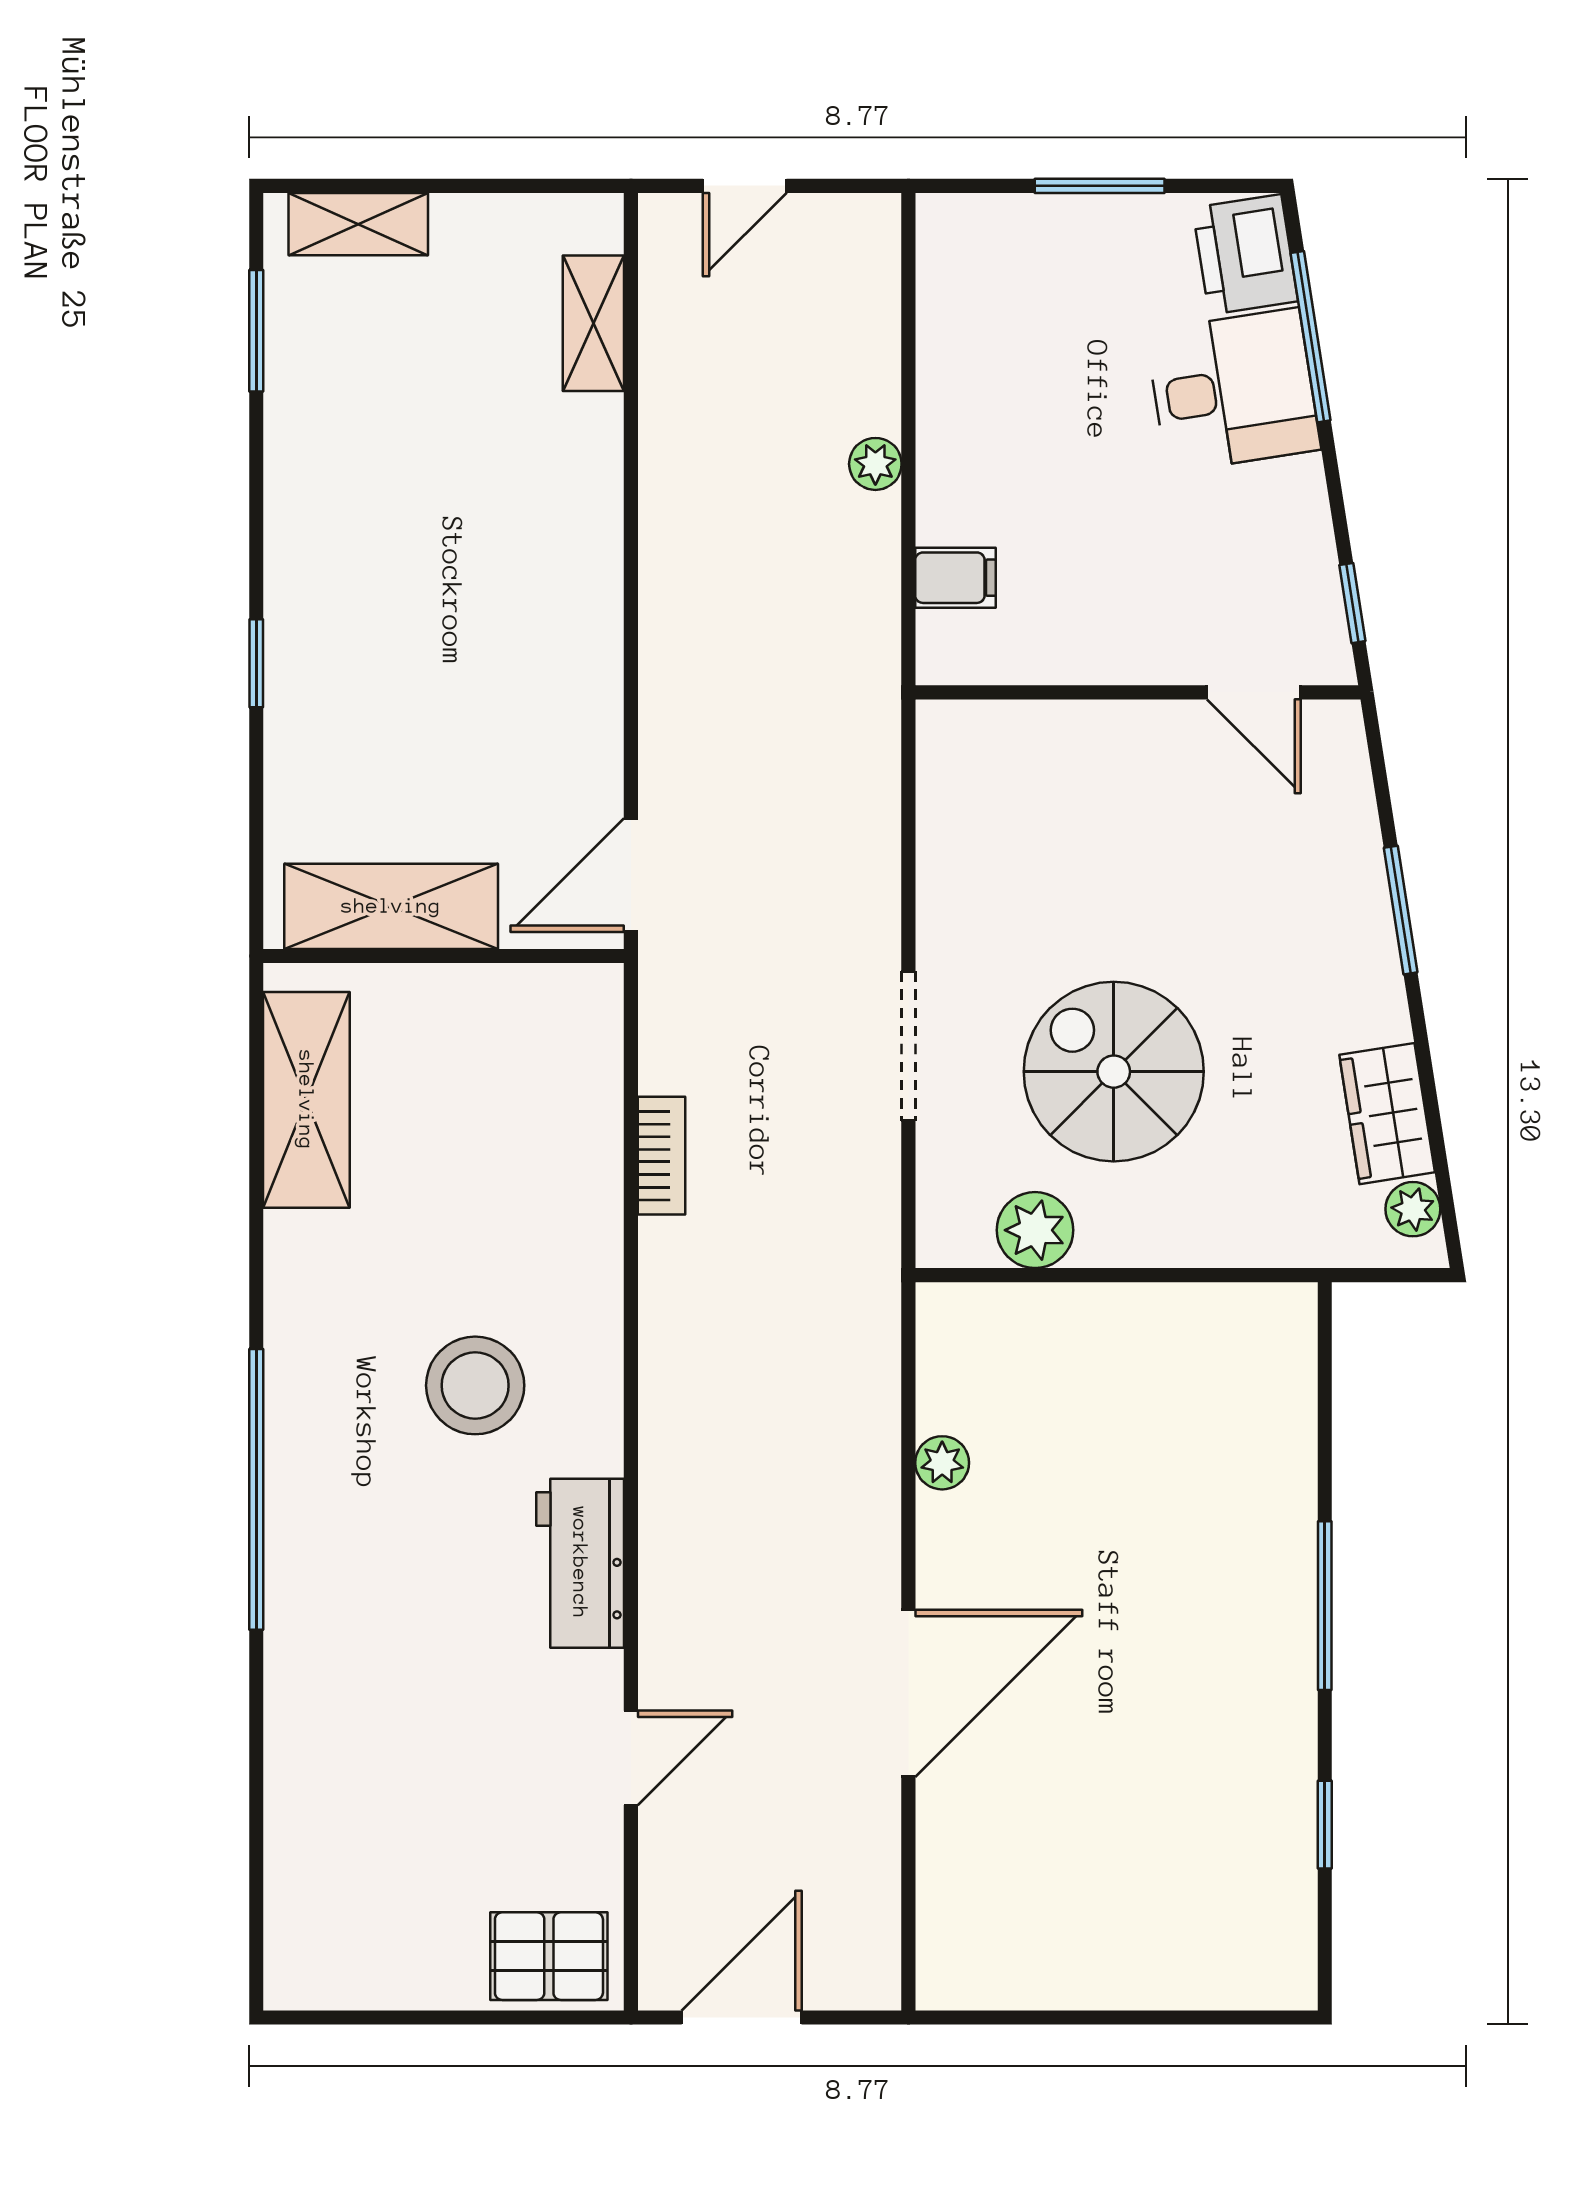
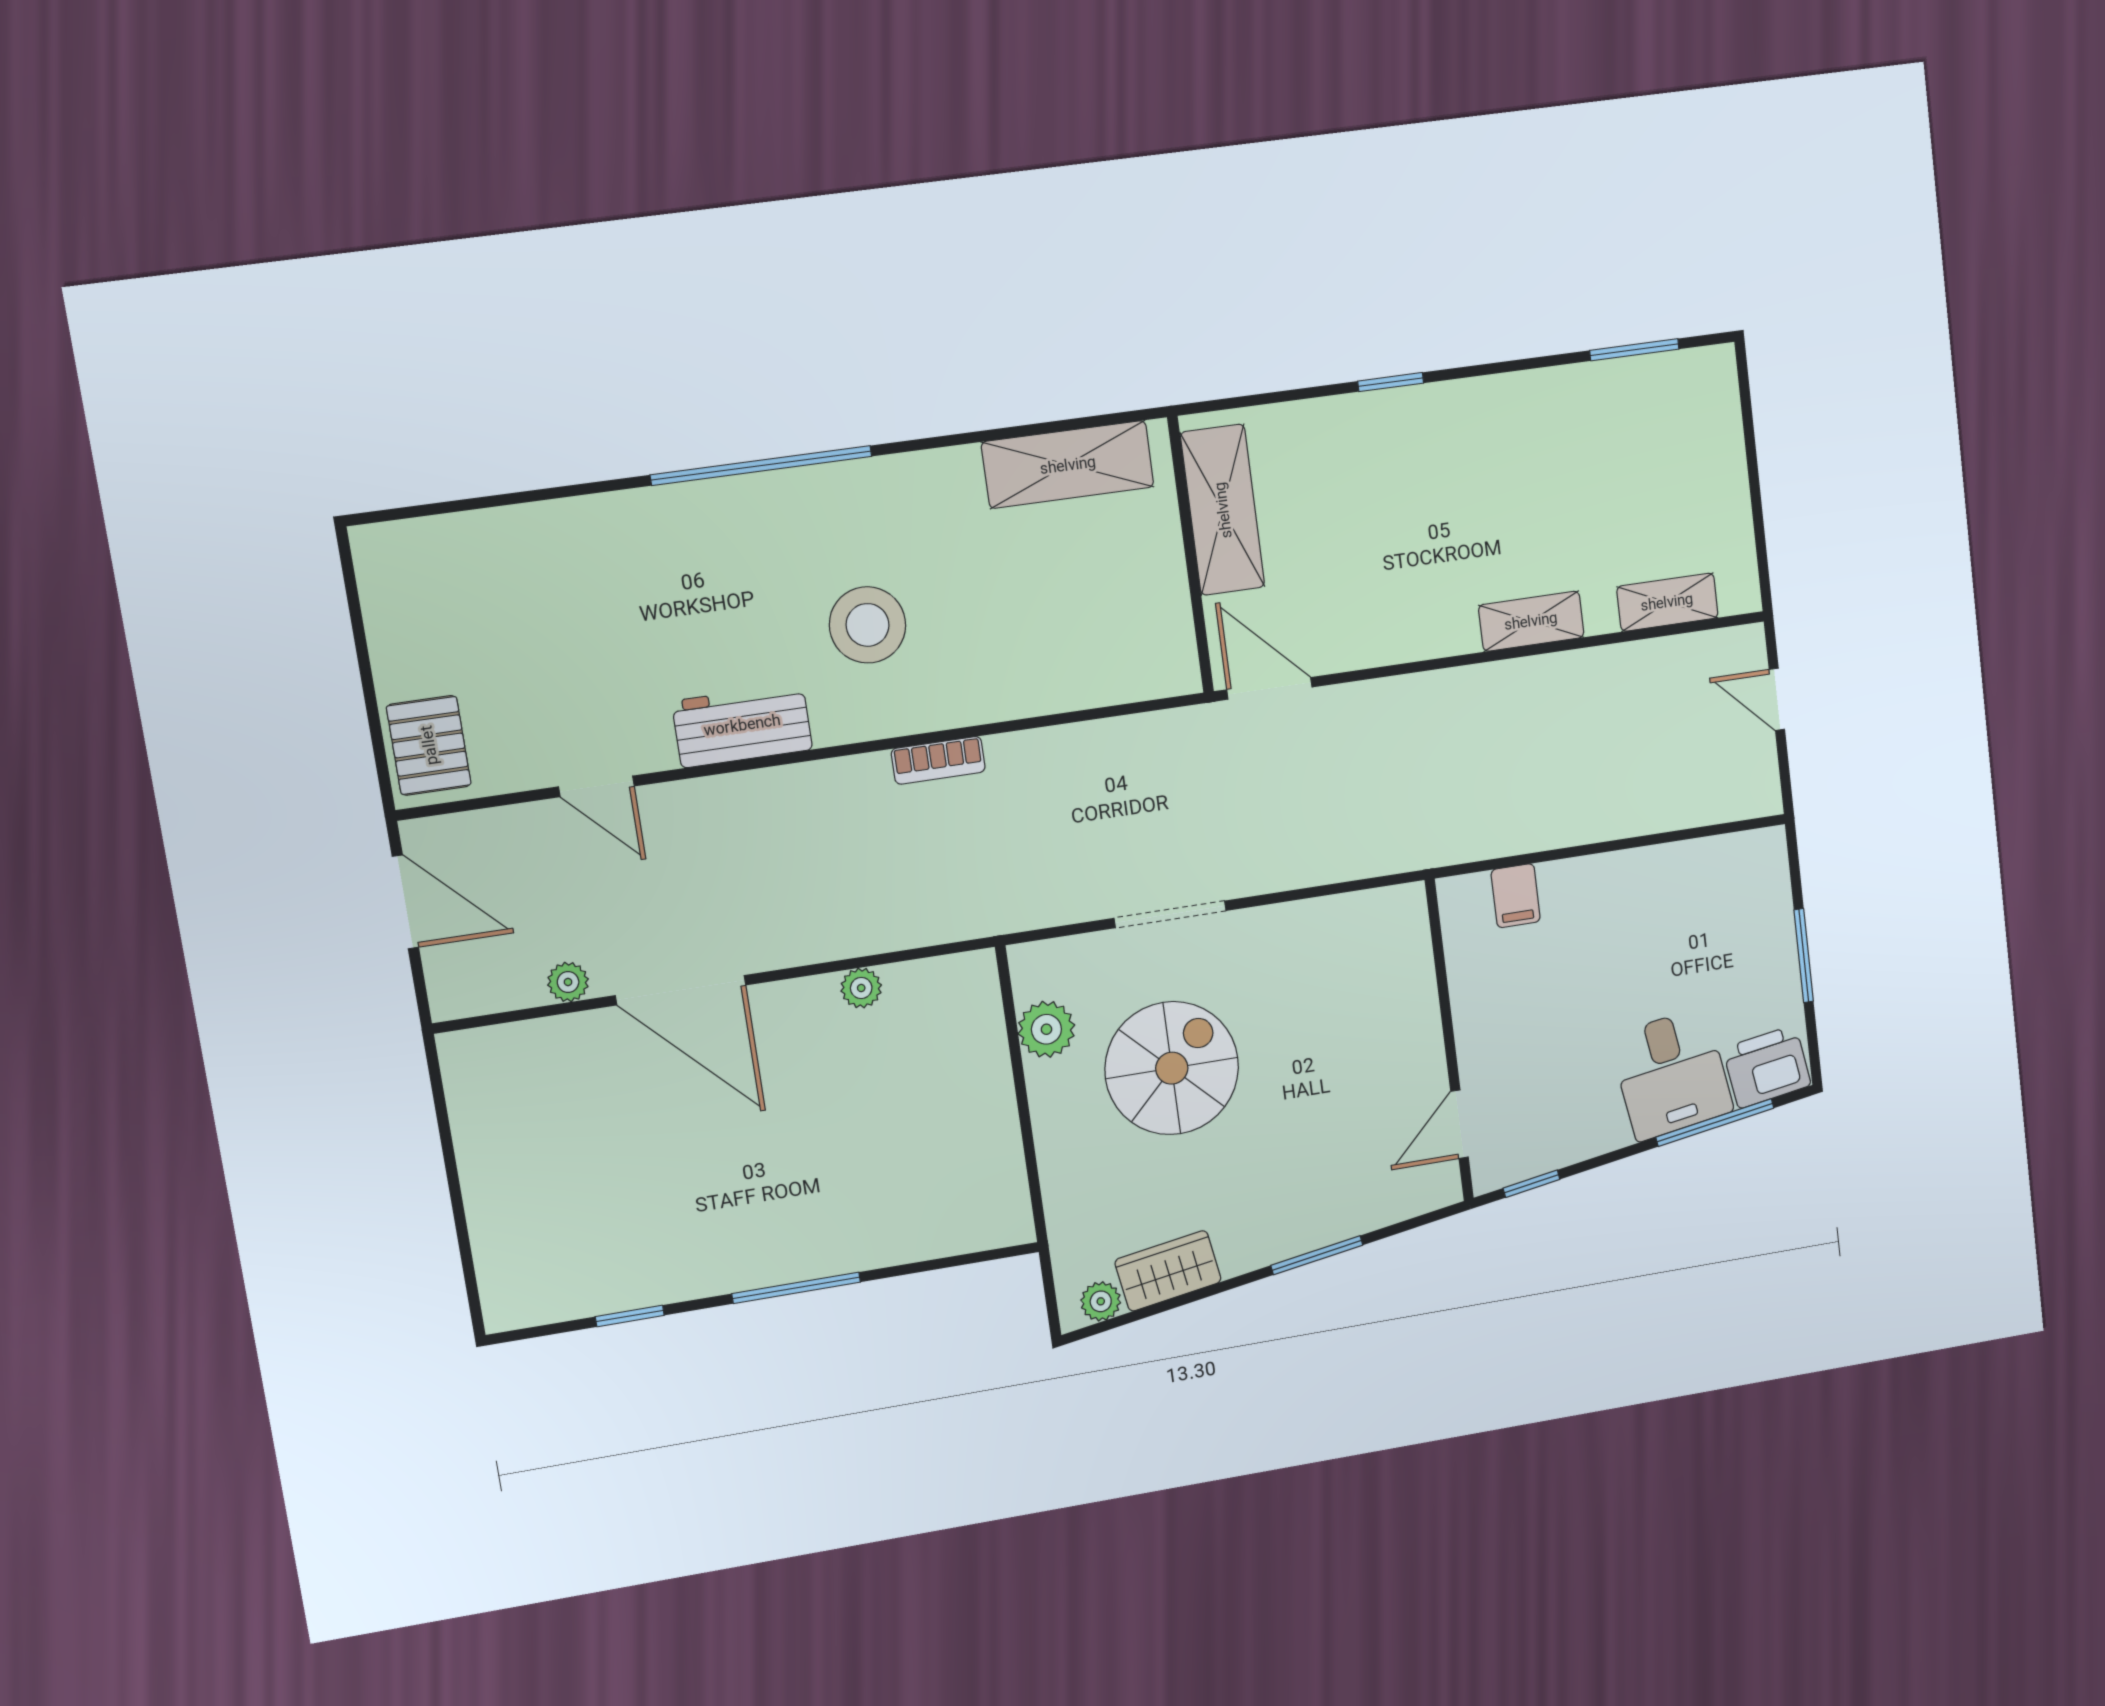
shelving: (358, 224) -> (1531, 621), moved, turned 90
plant: (875, 464) -> (568, 982), moved
bookcase: (661, 1156) -> (938, 760), moved

